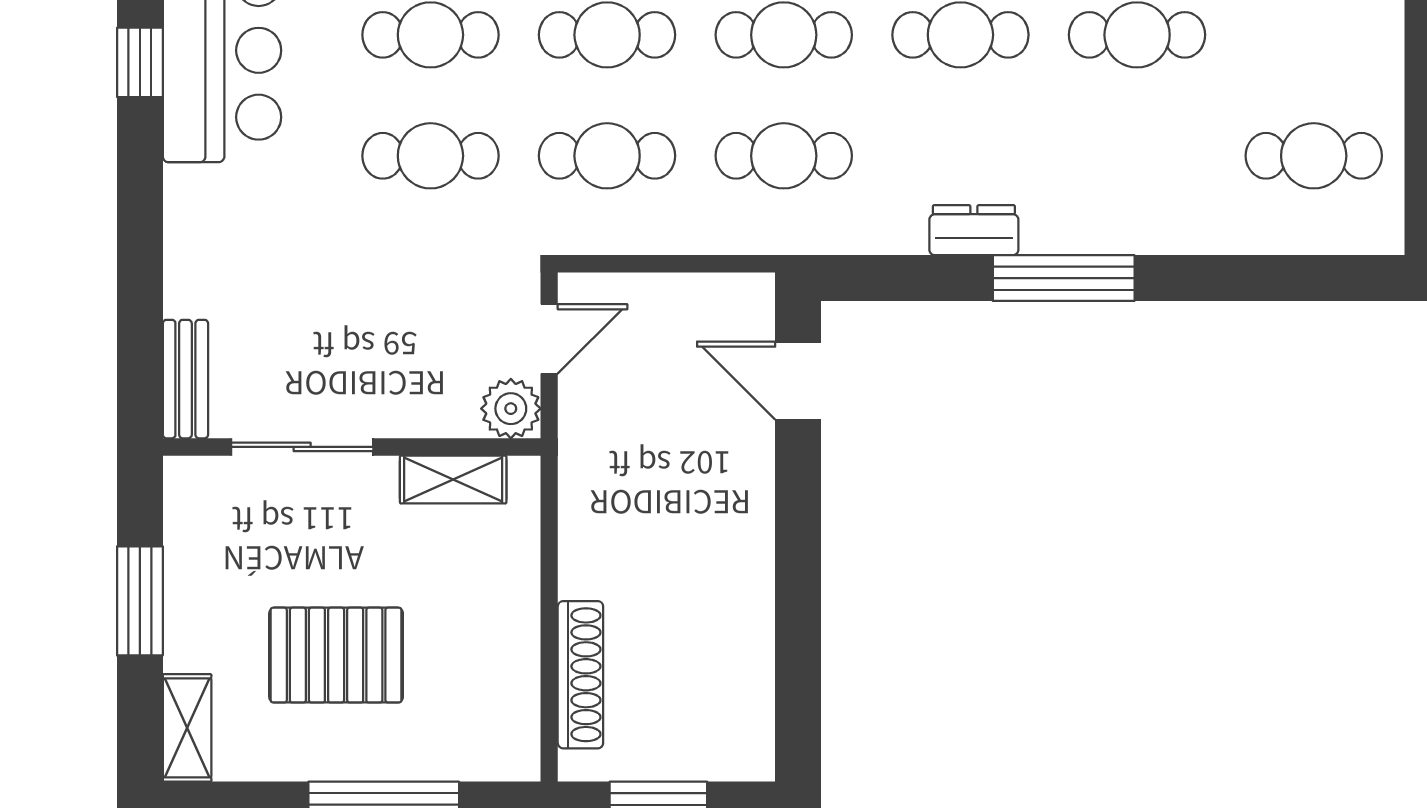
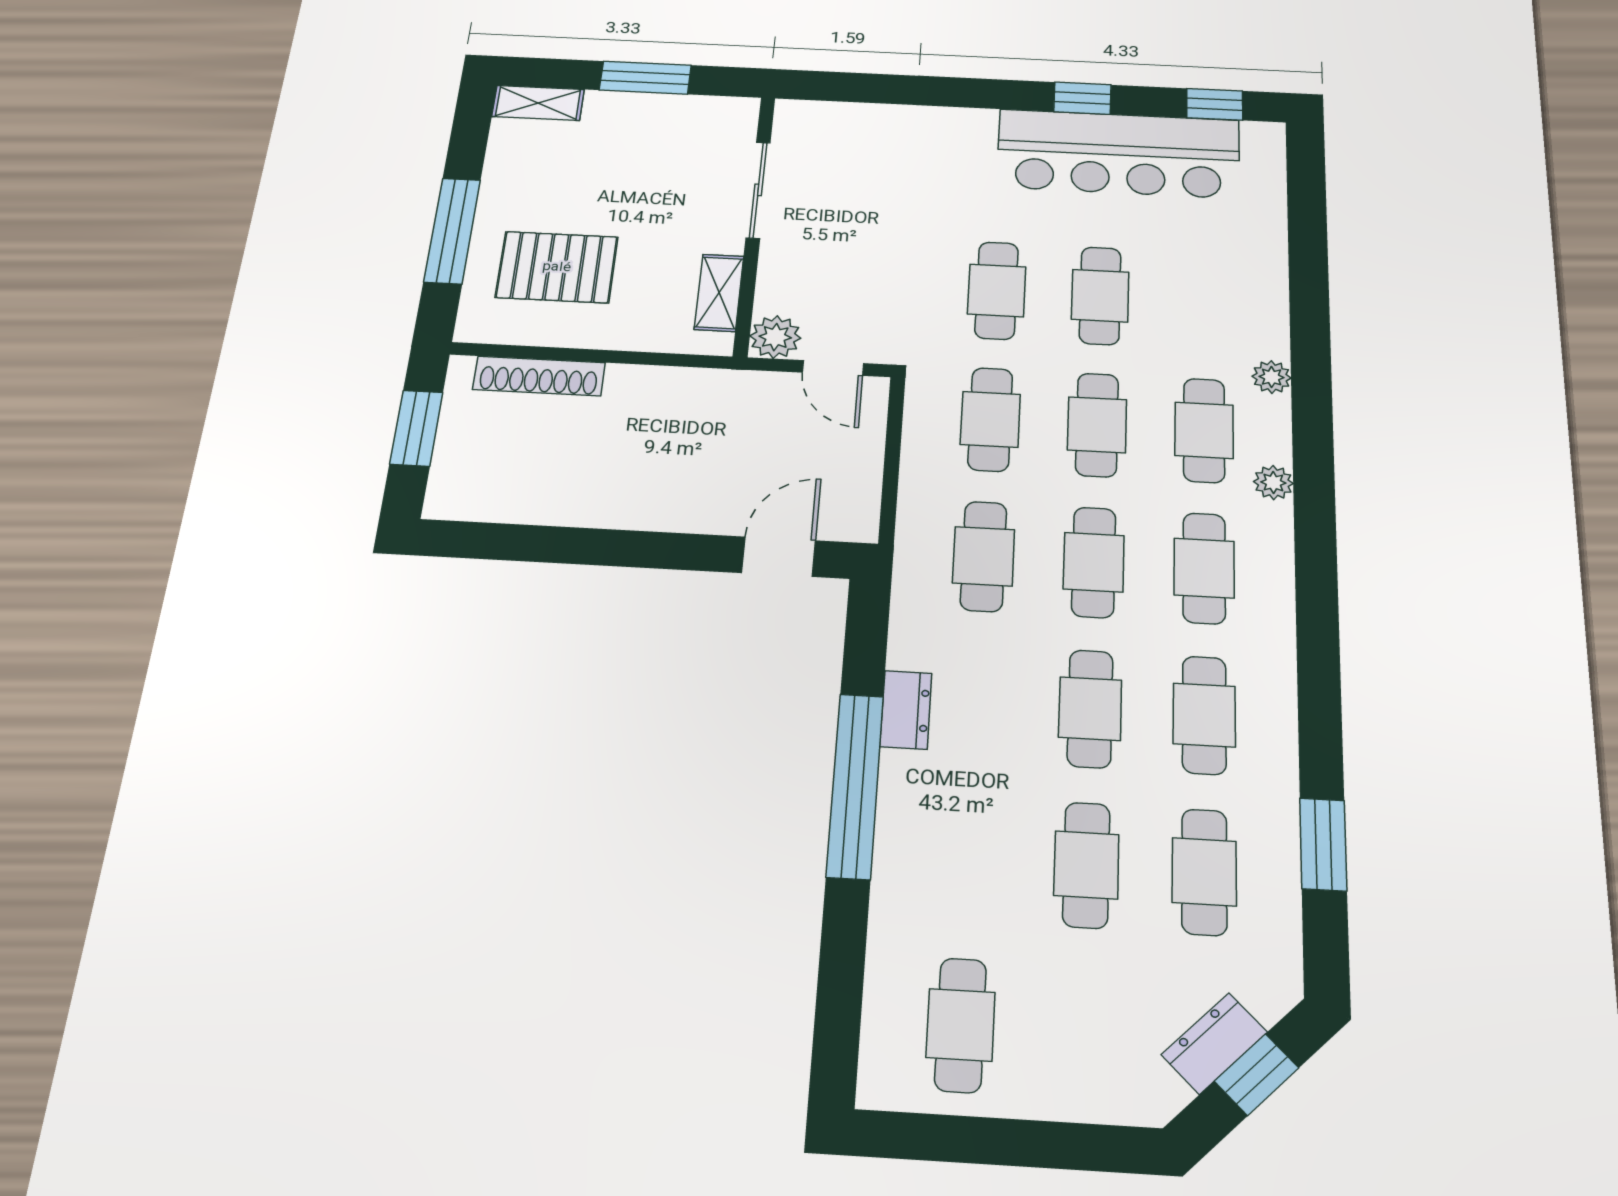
window: (1064, 278) -> (855, 785), width x1.46
bench: (185, 379) -> (822, 115), removed
pallet: (336, 655) -> (557, 267), moved, turned 90

